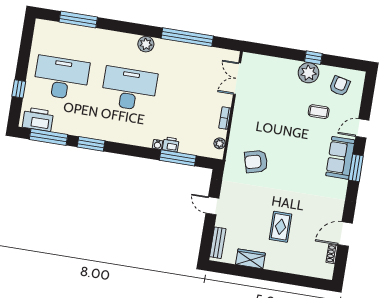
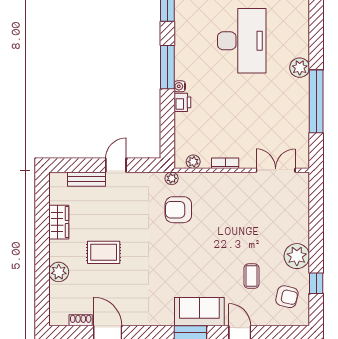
plant: (146, 44) -> (300, 68), moved
window: (313, 58) -> (316, 283), moved
window: (178, 158) -> (167, 67), moved
armchair: (256, 162) -> (178, 210), turned -75
plant: (230, 163) -> (172, 178), added
bench: (218, 243) -> (87, 179), moved
plant: (290, 265) -> (59, 272), added

